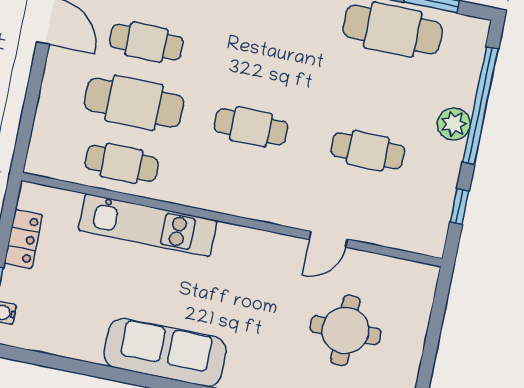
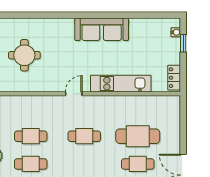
cafe table: (122, 163) -> (31, 164), moved
locker: (23, 239) -> (174, 78), moved
door: (328, 239) -> (74, 94), moved

